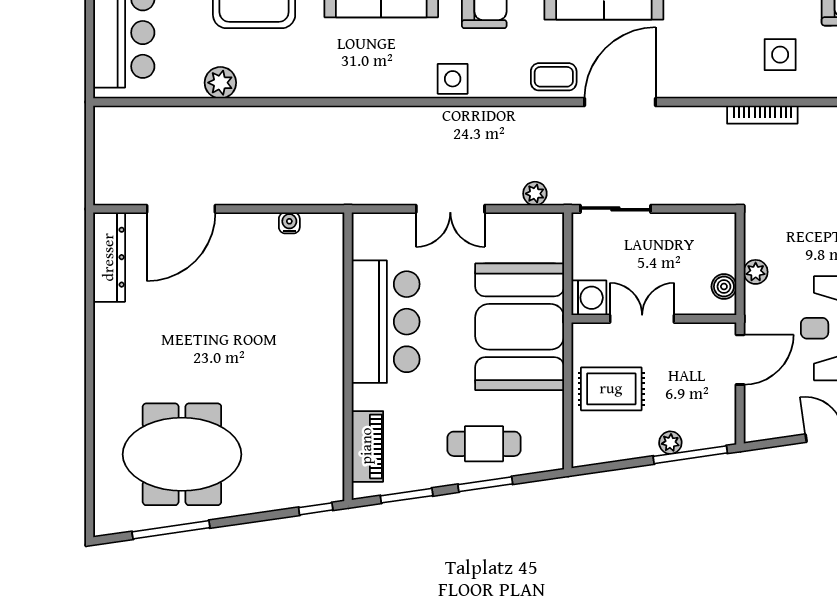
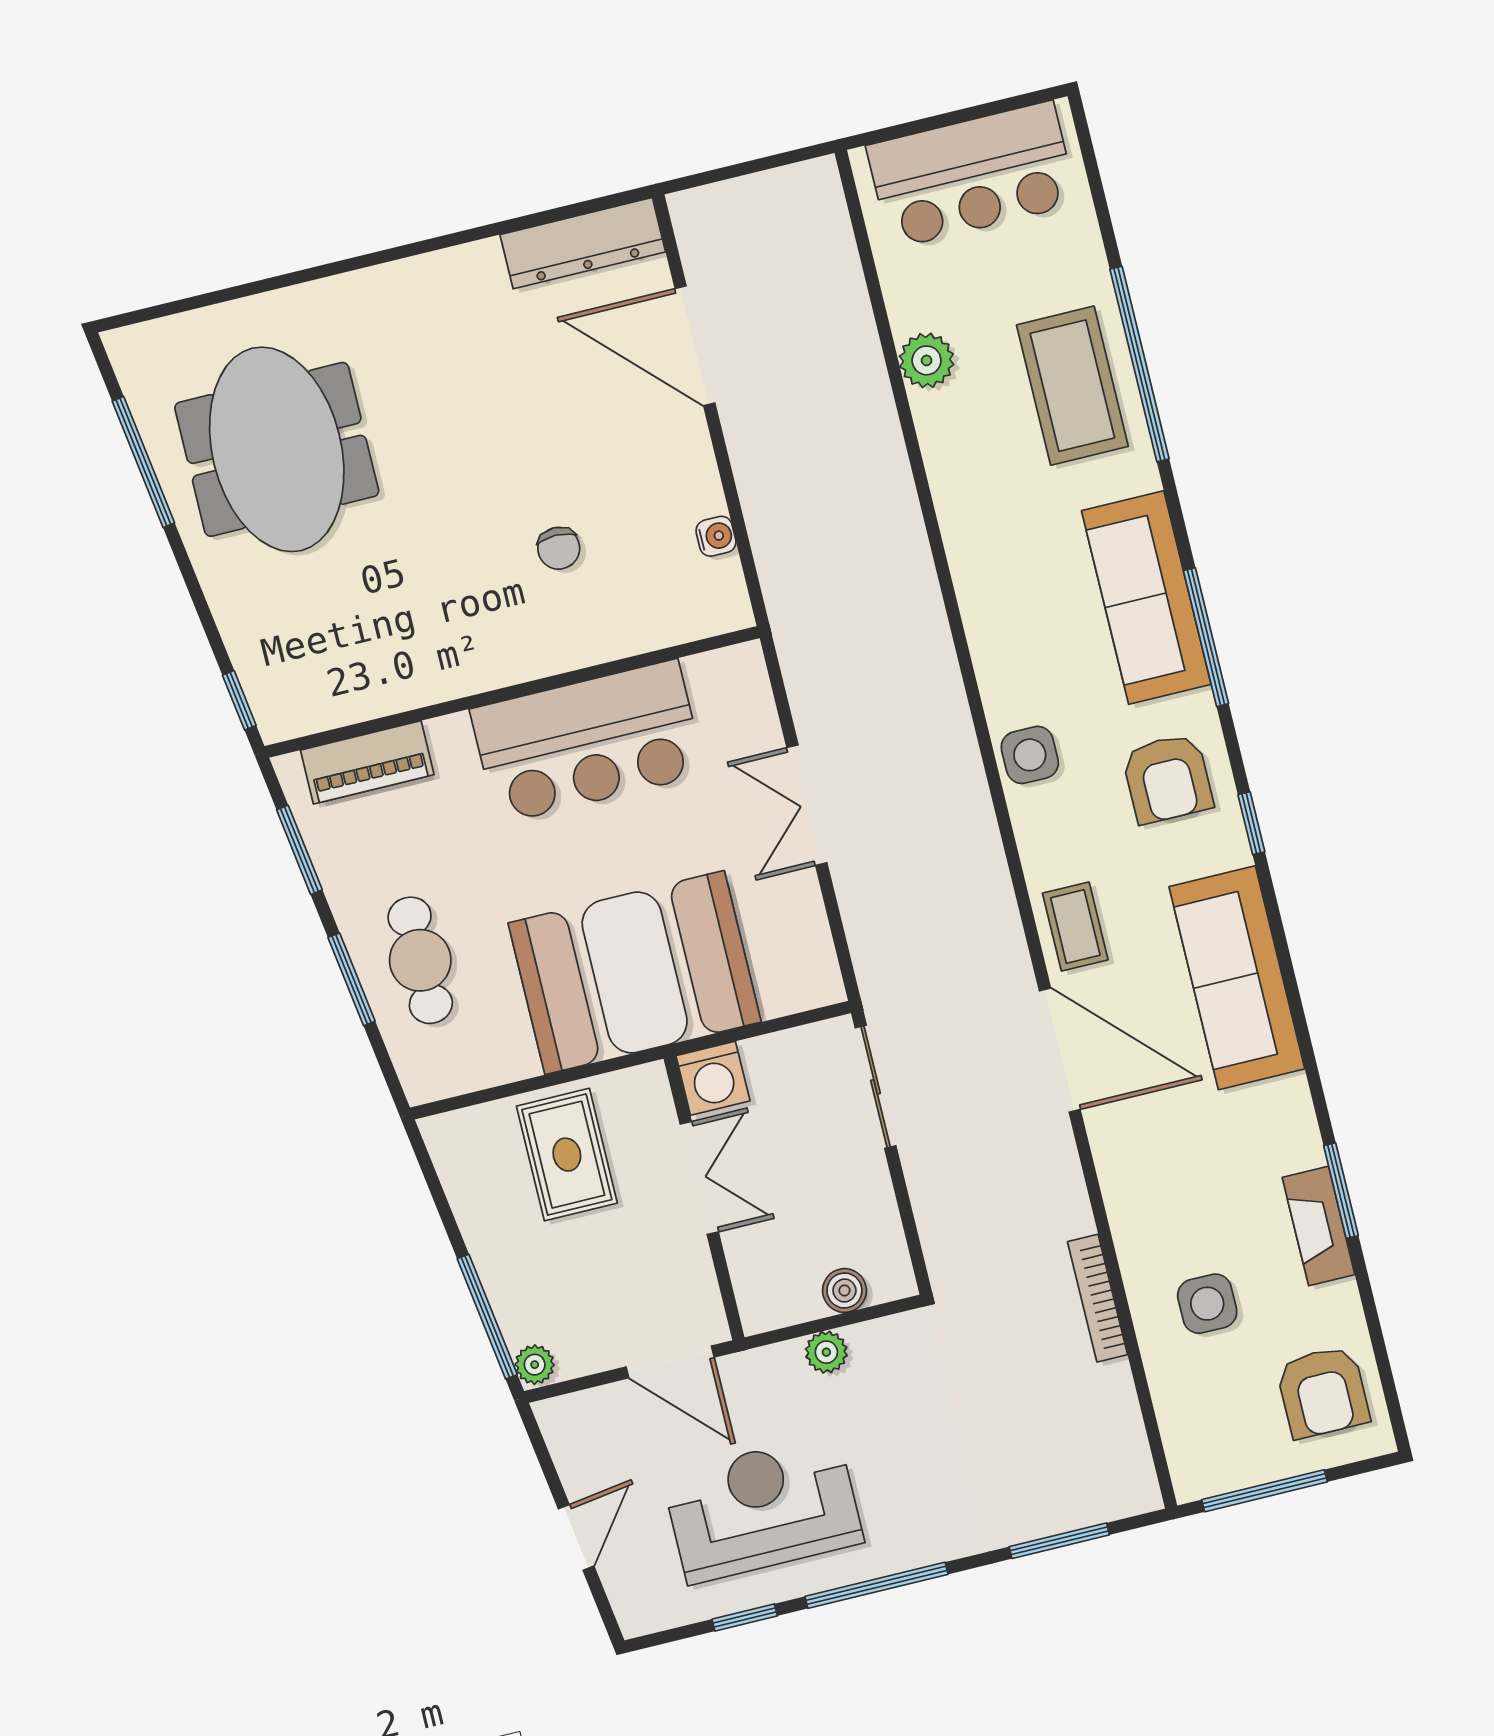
plant: (535, 194) -> (868, 943), removed
boiler: (724, 287) -> (844, 1290), moved
chair: (275, 312) -> (559, 548), added
plant: (670, 443) -> (535, 1365), moved

